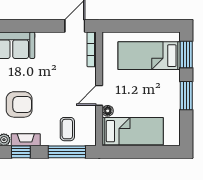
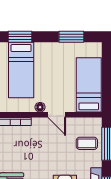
window: (186, 96) -> (71, 37), moved
floor lamp: (108, 111) -> (40, 107), moved

